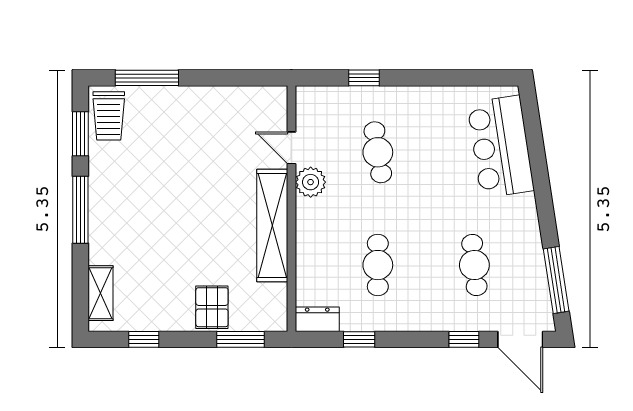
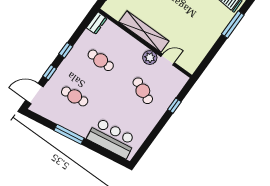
cafe table: (378, 152) -> (143, 91), turned 33
window: (556, 280) -> (69, 134), moved
window: (359, 339) -> (66, 50), moved

